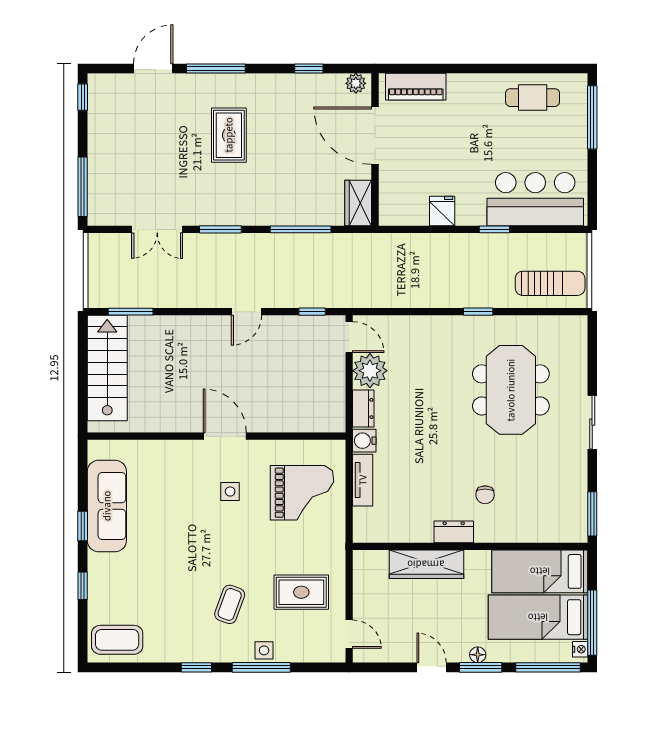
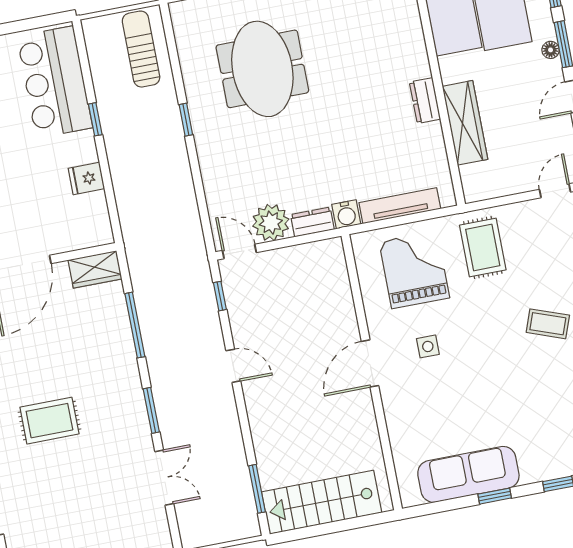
door: (349, 337) -> (239, 251), hinge flipped
meeting table: (511, 390) -> (262, 69), turned 90
tv unit: (363, 480) -> (400, 206), width x1.41
chair: (485, 495) -> (379, 75), removed
rug: (301, 592) -> (483, 248), moved

